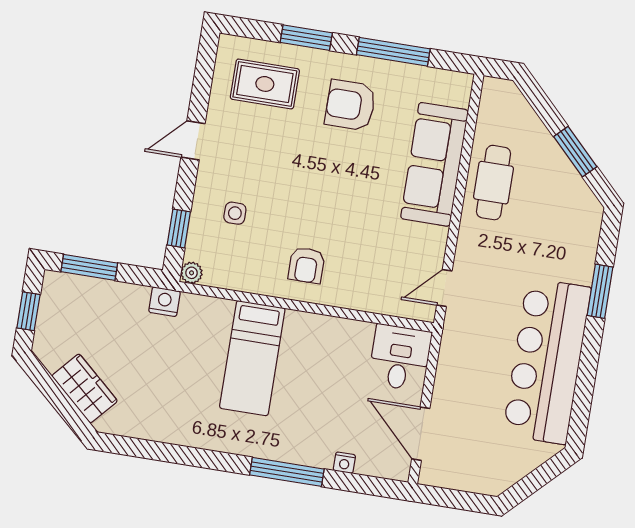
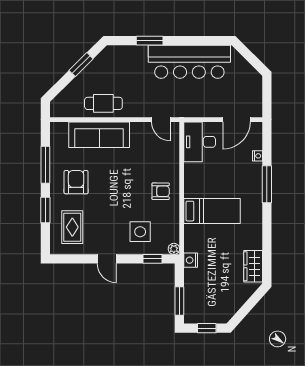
armchair: (350, 105) -> (76, 182), turned 180
side table: (235, 213) -> (140, 232), width x1.87, depth x1.87
desk: (400, 358) -> (200, 142), width x1.37
wardrobe: (85, 388) -> (253, 266), moved, turned -42

